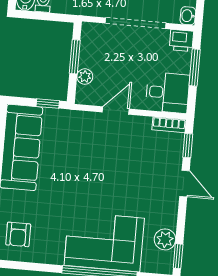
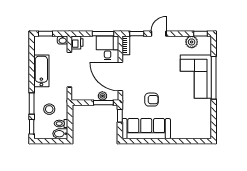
window: (75, 57) -> (103, 103), moved
window: (195, 68) -> (103, 34), moved
door: (116, 111) -> (120, 77), width x1.87
armchair: (18, 234) -> (152, 100), moved

